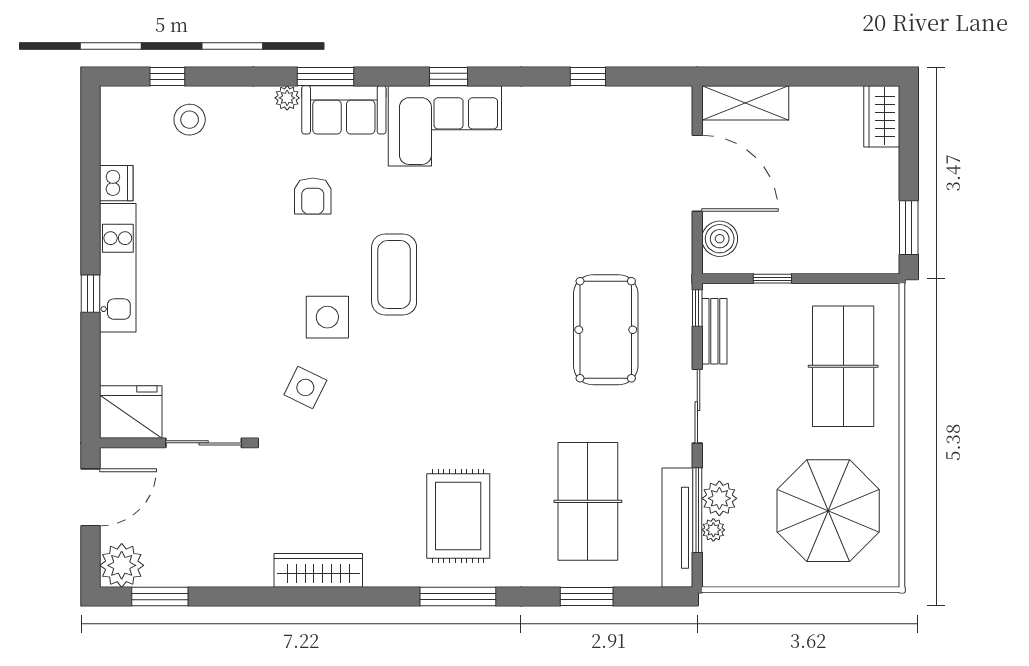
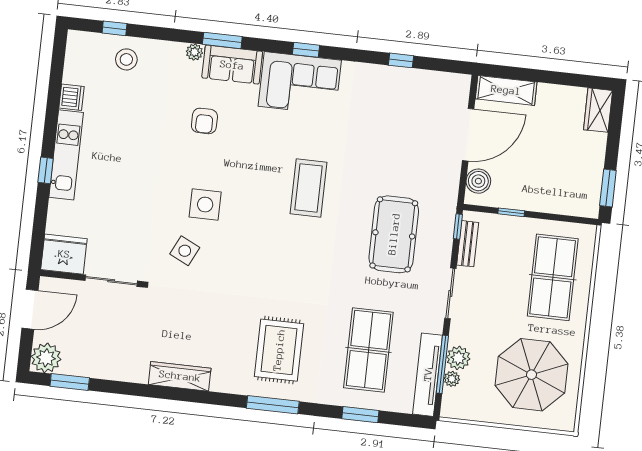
door: (697, 173) -> (468, 135), hinge flipped
coffee table: (394, 274) -> (309, 188), moved

